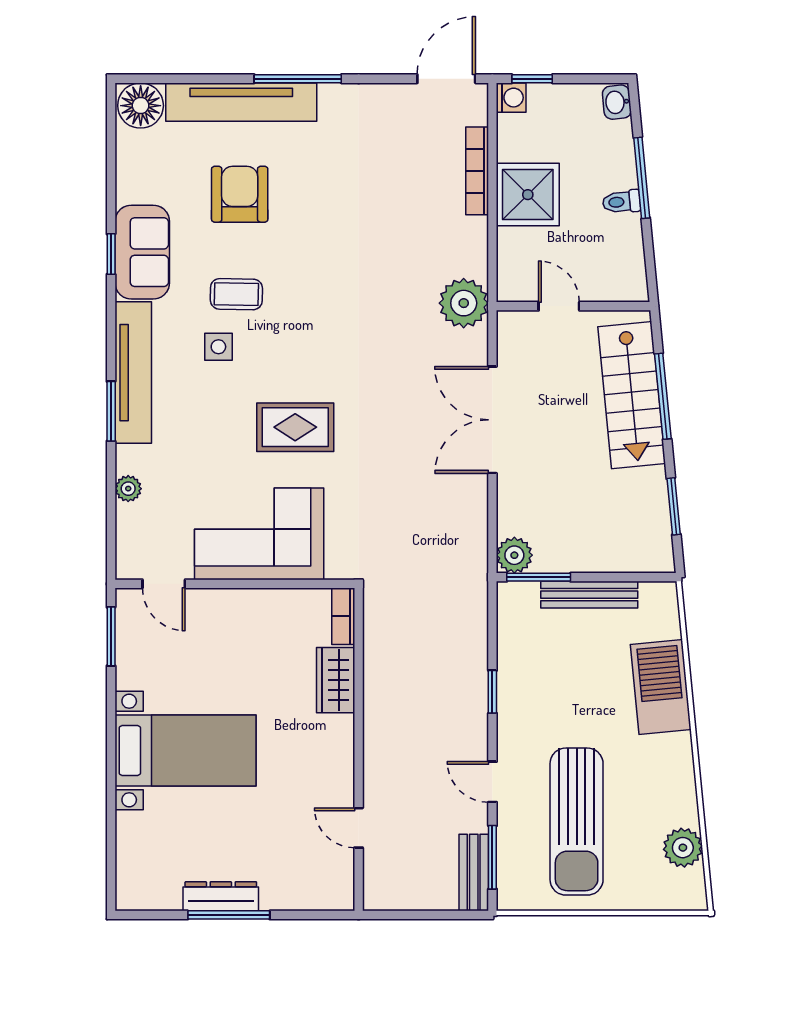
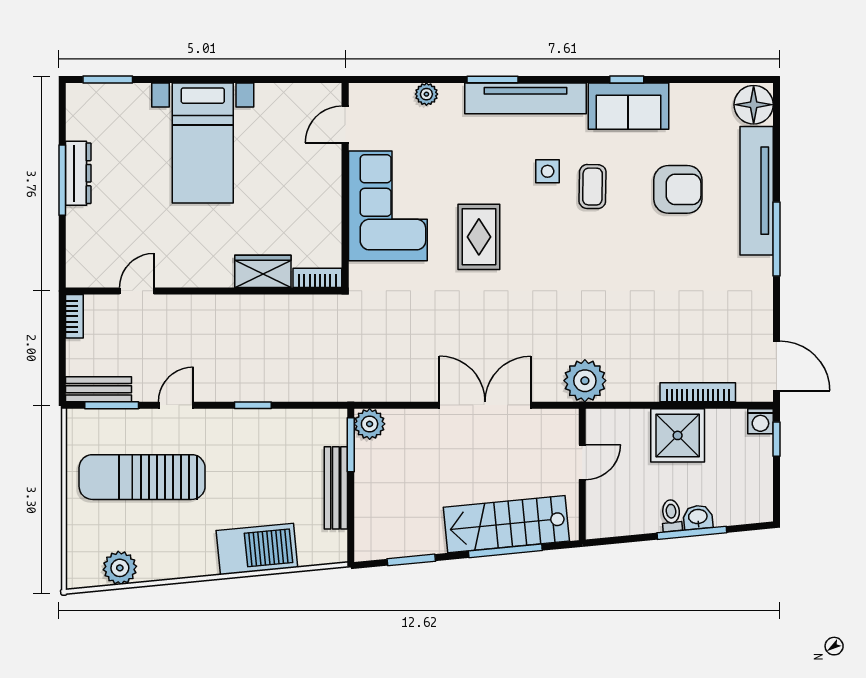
washbasin: (617, 102) -> (698, 517), moved
window: (111, 636) -> (108, 80), moved
bookcase: (388, 901) -> (74, 316), added

